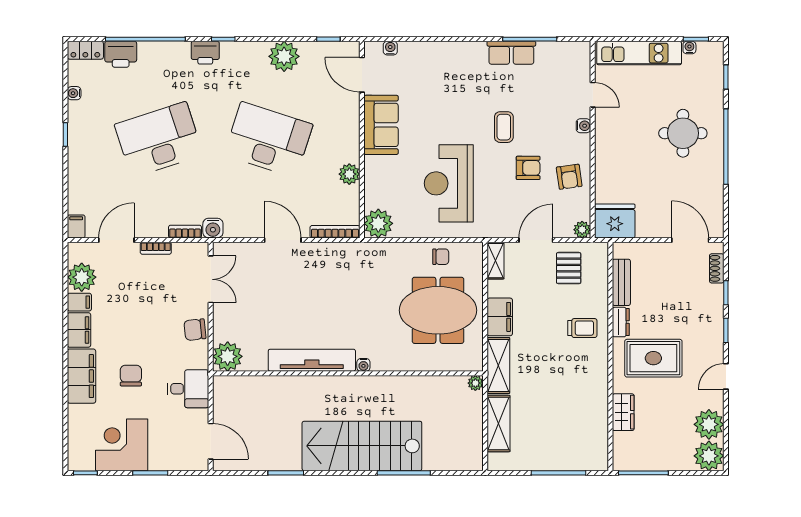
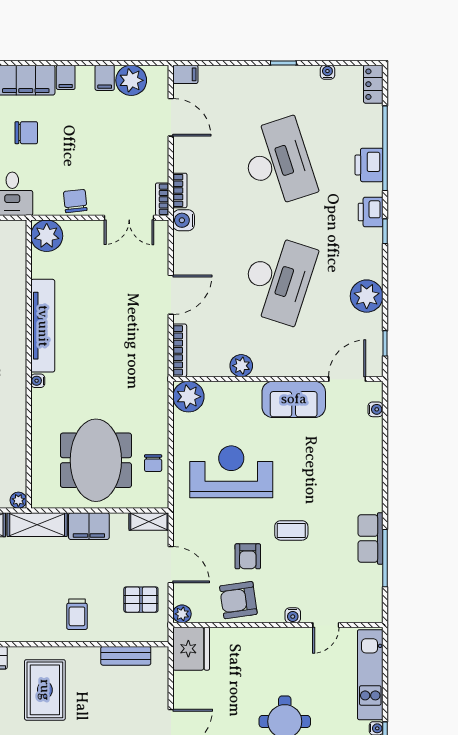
printer: (121, 54) -> (369, 165), moved
armchair: (569, 177) -> (238, 600), width x1.38, depth x1.38
bookcase: (156, 248) -> (162, 199), moved
dresser: (621, 322) -> (83, 655), removed
filing cabinet: (79, 330) -> (66, 77), width x0.50

